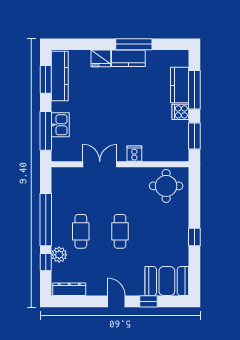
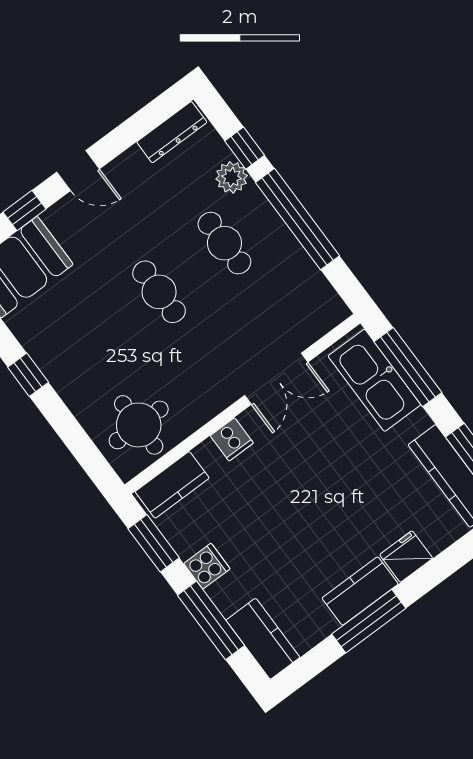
kitchen counter: (180, 85) -> (263, 639), moved
kitchen sink: (60, 125) -> (374, 380), width x1.88, depth x1.24
kitchen counter: (170, 153) -> (172, 485), added

